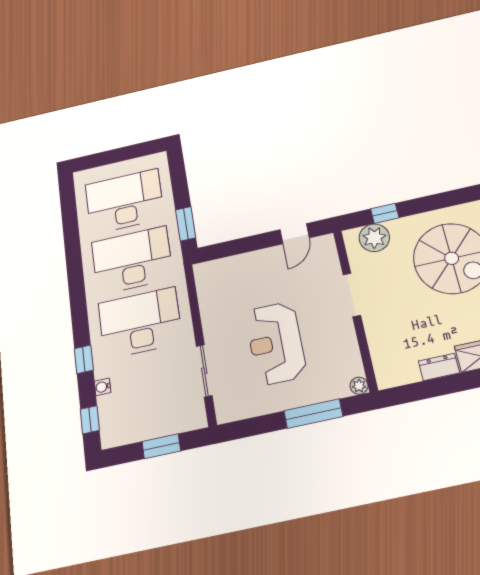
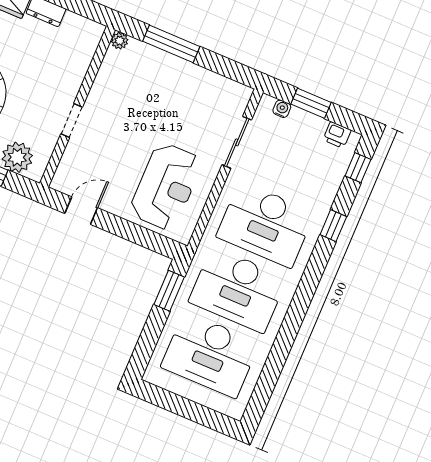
doorway: (352, 295) -> (72, 121), width x0.73
reception desk: (276, 343) -> (166, 186), moved
water cooler: (103, 387) -> (282, 109), moved, turned -90
printer: (123, 435) -> (337, 135), added

